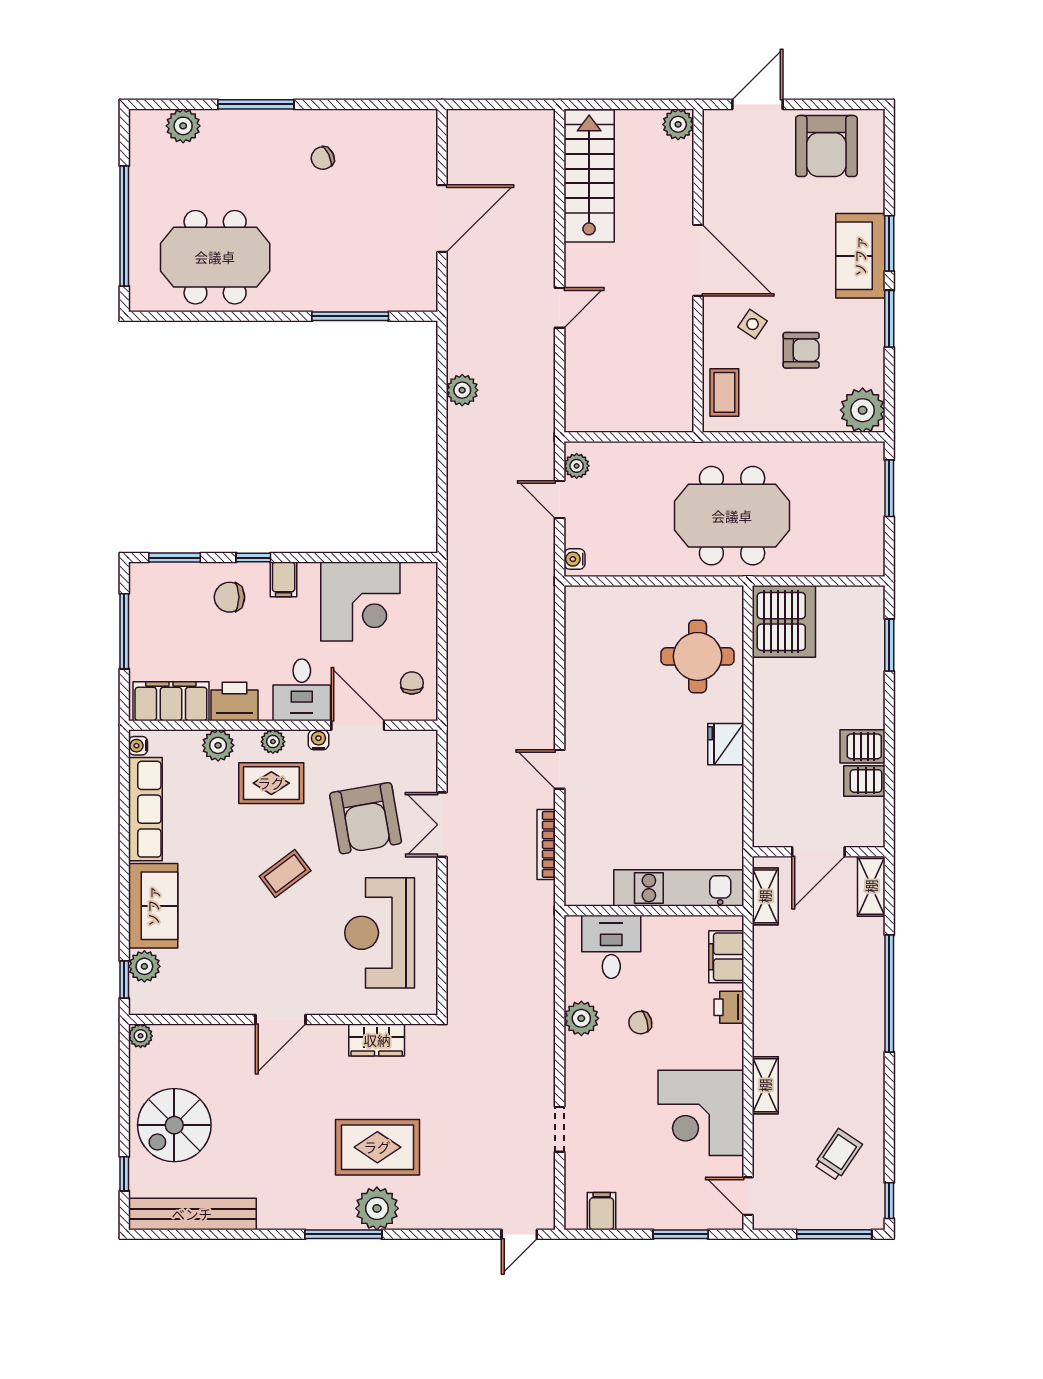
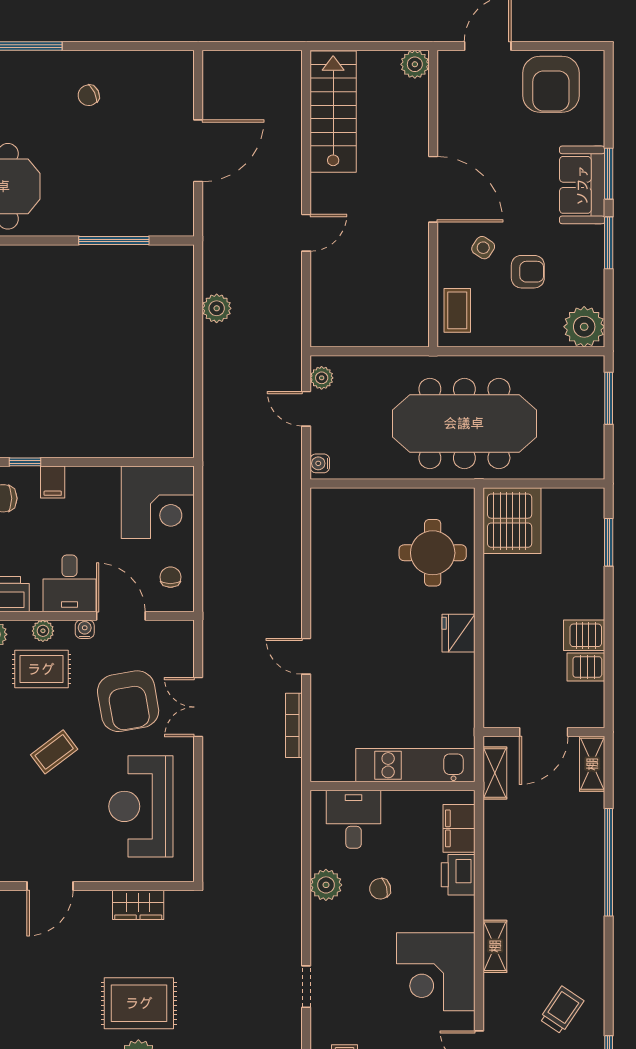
meeting table: (732, 516) -> (464, 423), width x1.36
corner desk: (360, 602) -> (158, 502), moved
printer: (729, 1007) -> (458, 875), width x1.36, depth x1.24

